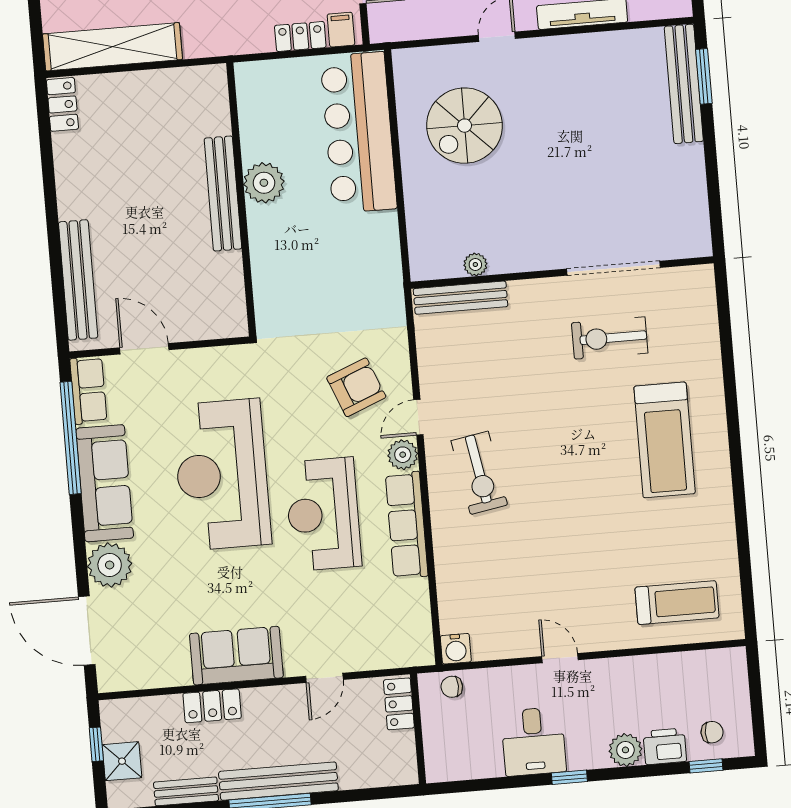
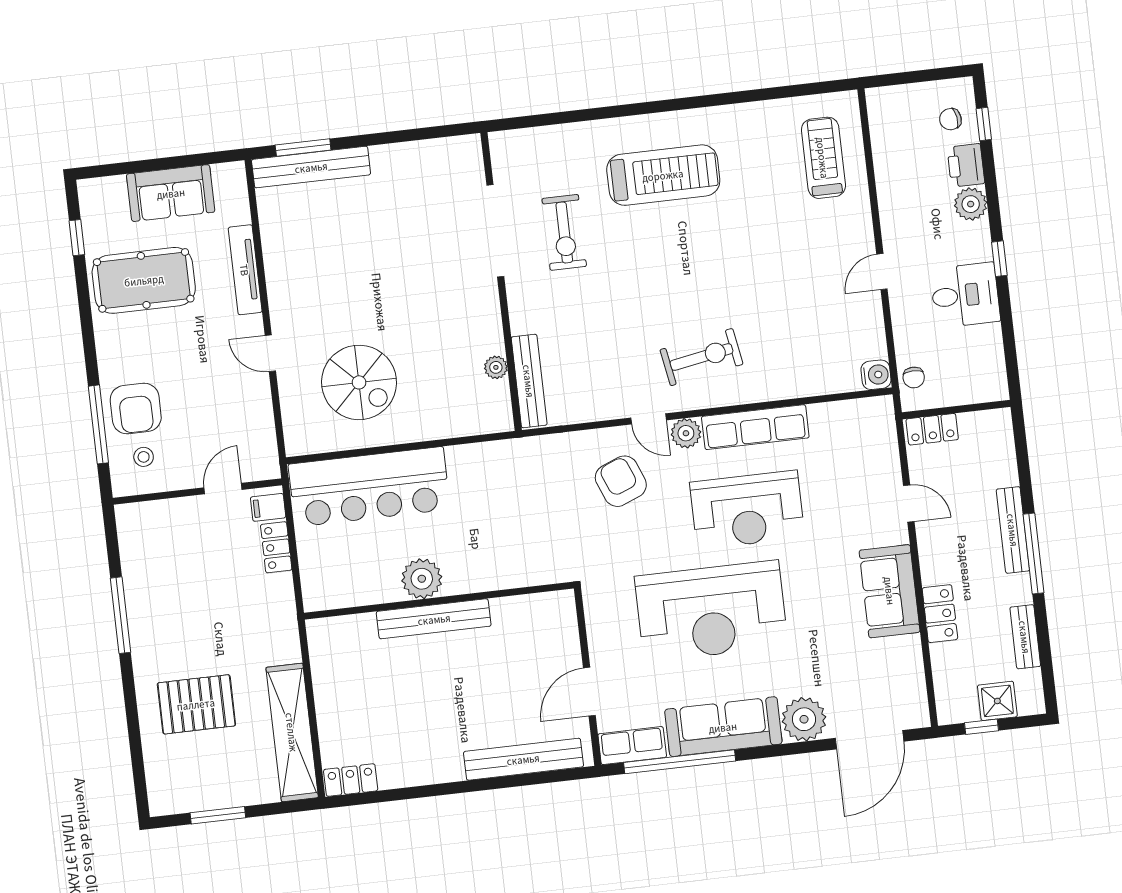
chair: (712, 732) -> (950, 119), turned -99
bench: (278, 781) -> (1013, 530), width x0.73, depth x0.82

